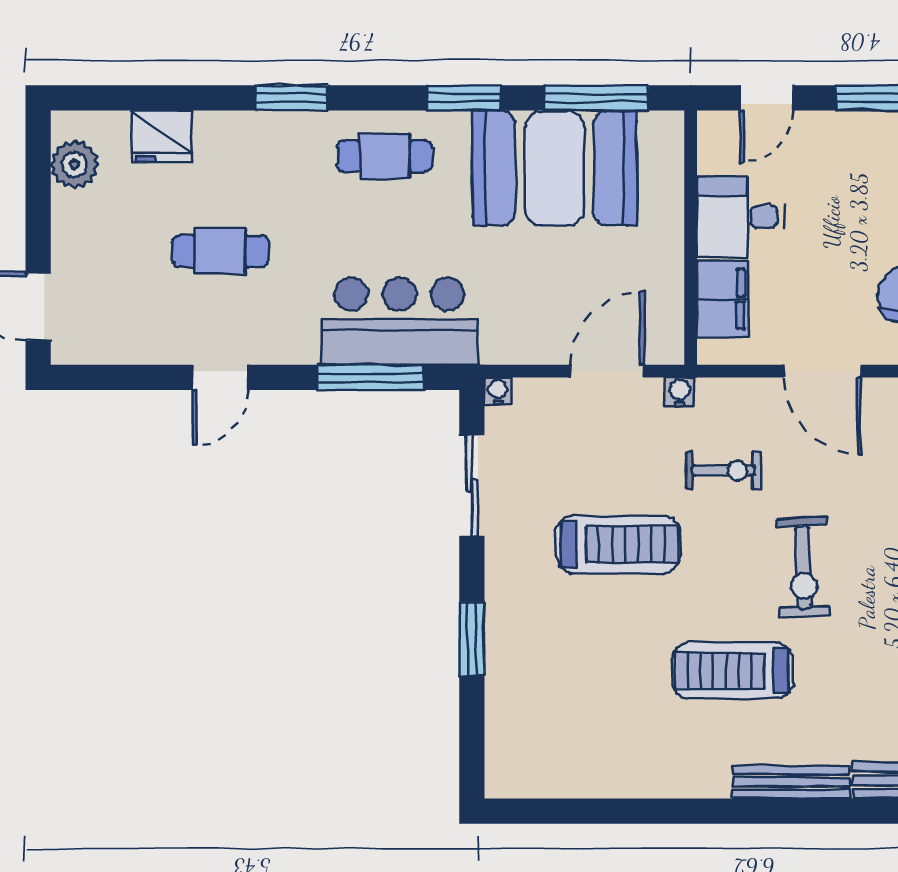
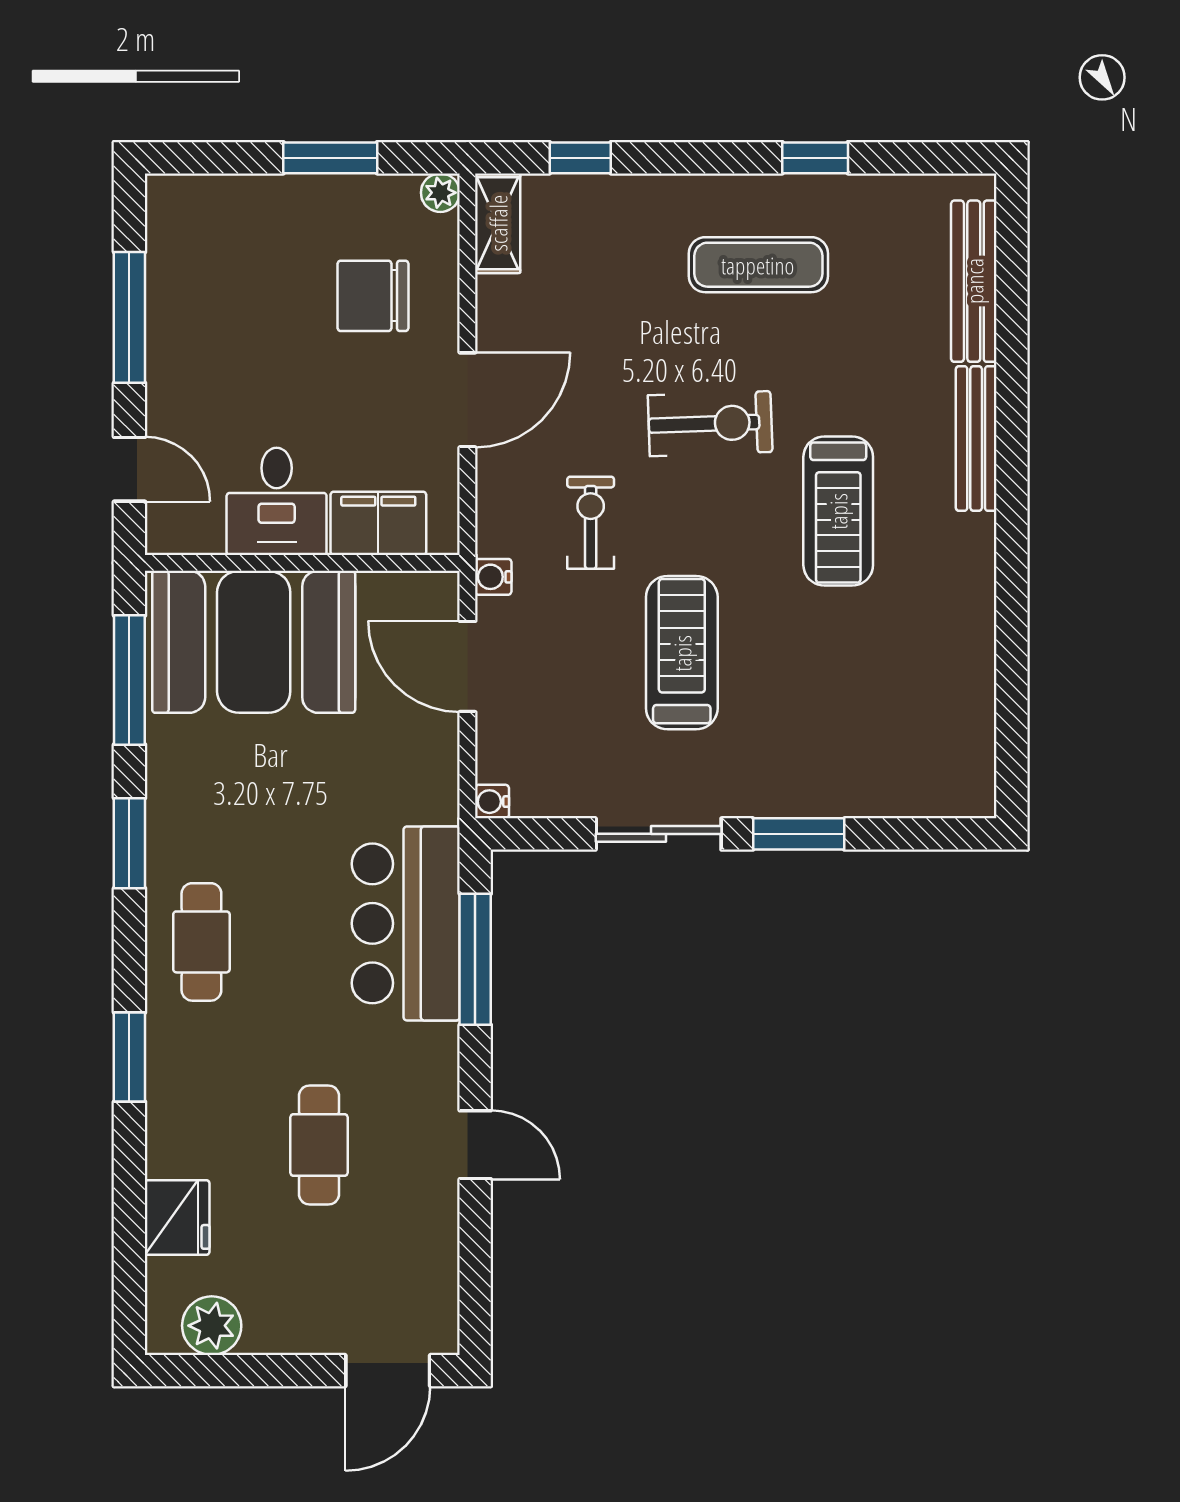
booth: (554, 168) -> (254, 642), moved, turned 90
sliding door: (472, 485) -> (659, 834), moved

